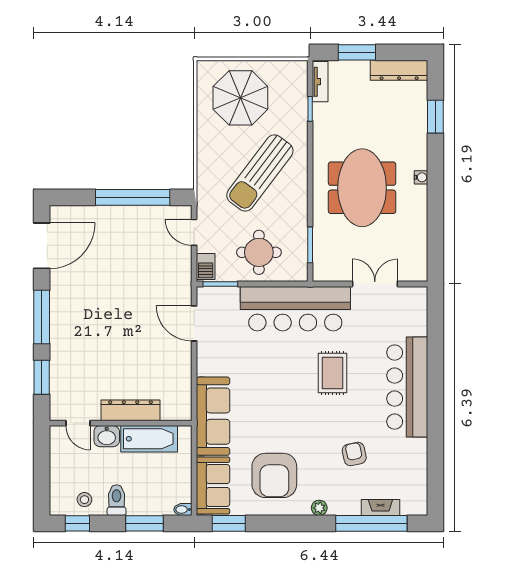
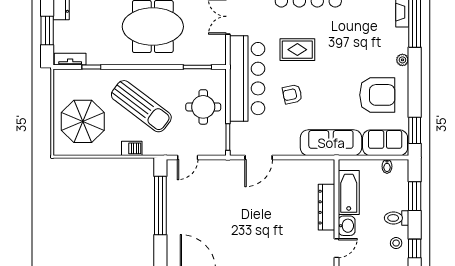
barbecue: (206, 266) -> (132, 148), moved
armchair: (354, 454) -> (292, 94), moved
bidet: (183, 509) -> (387, 166), moved

